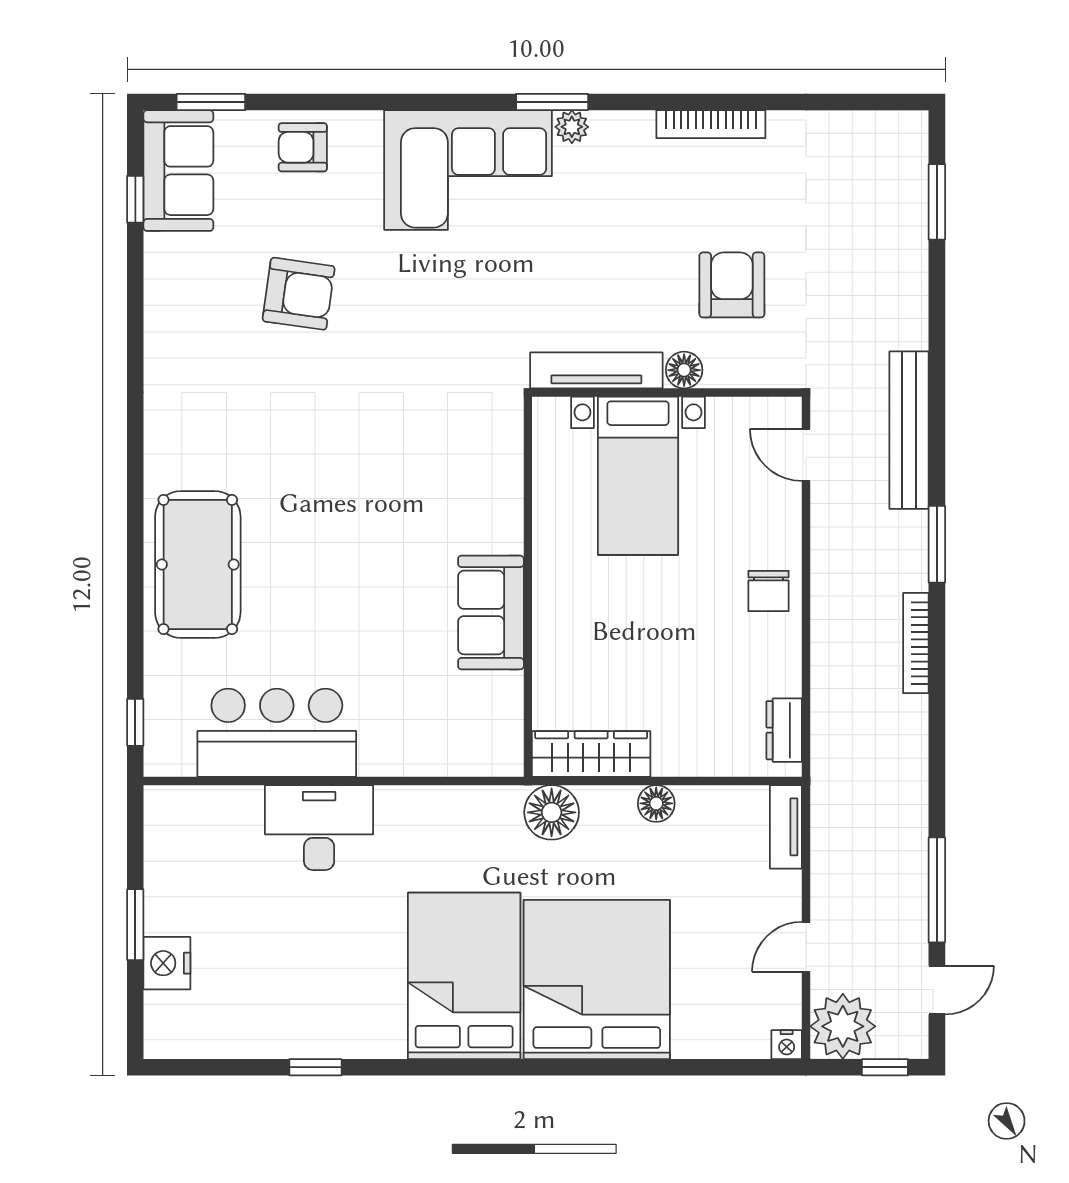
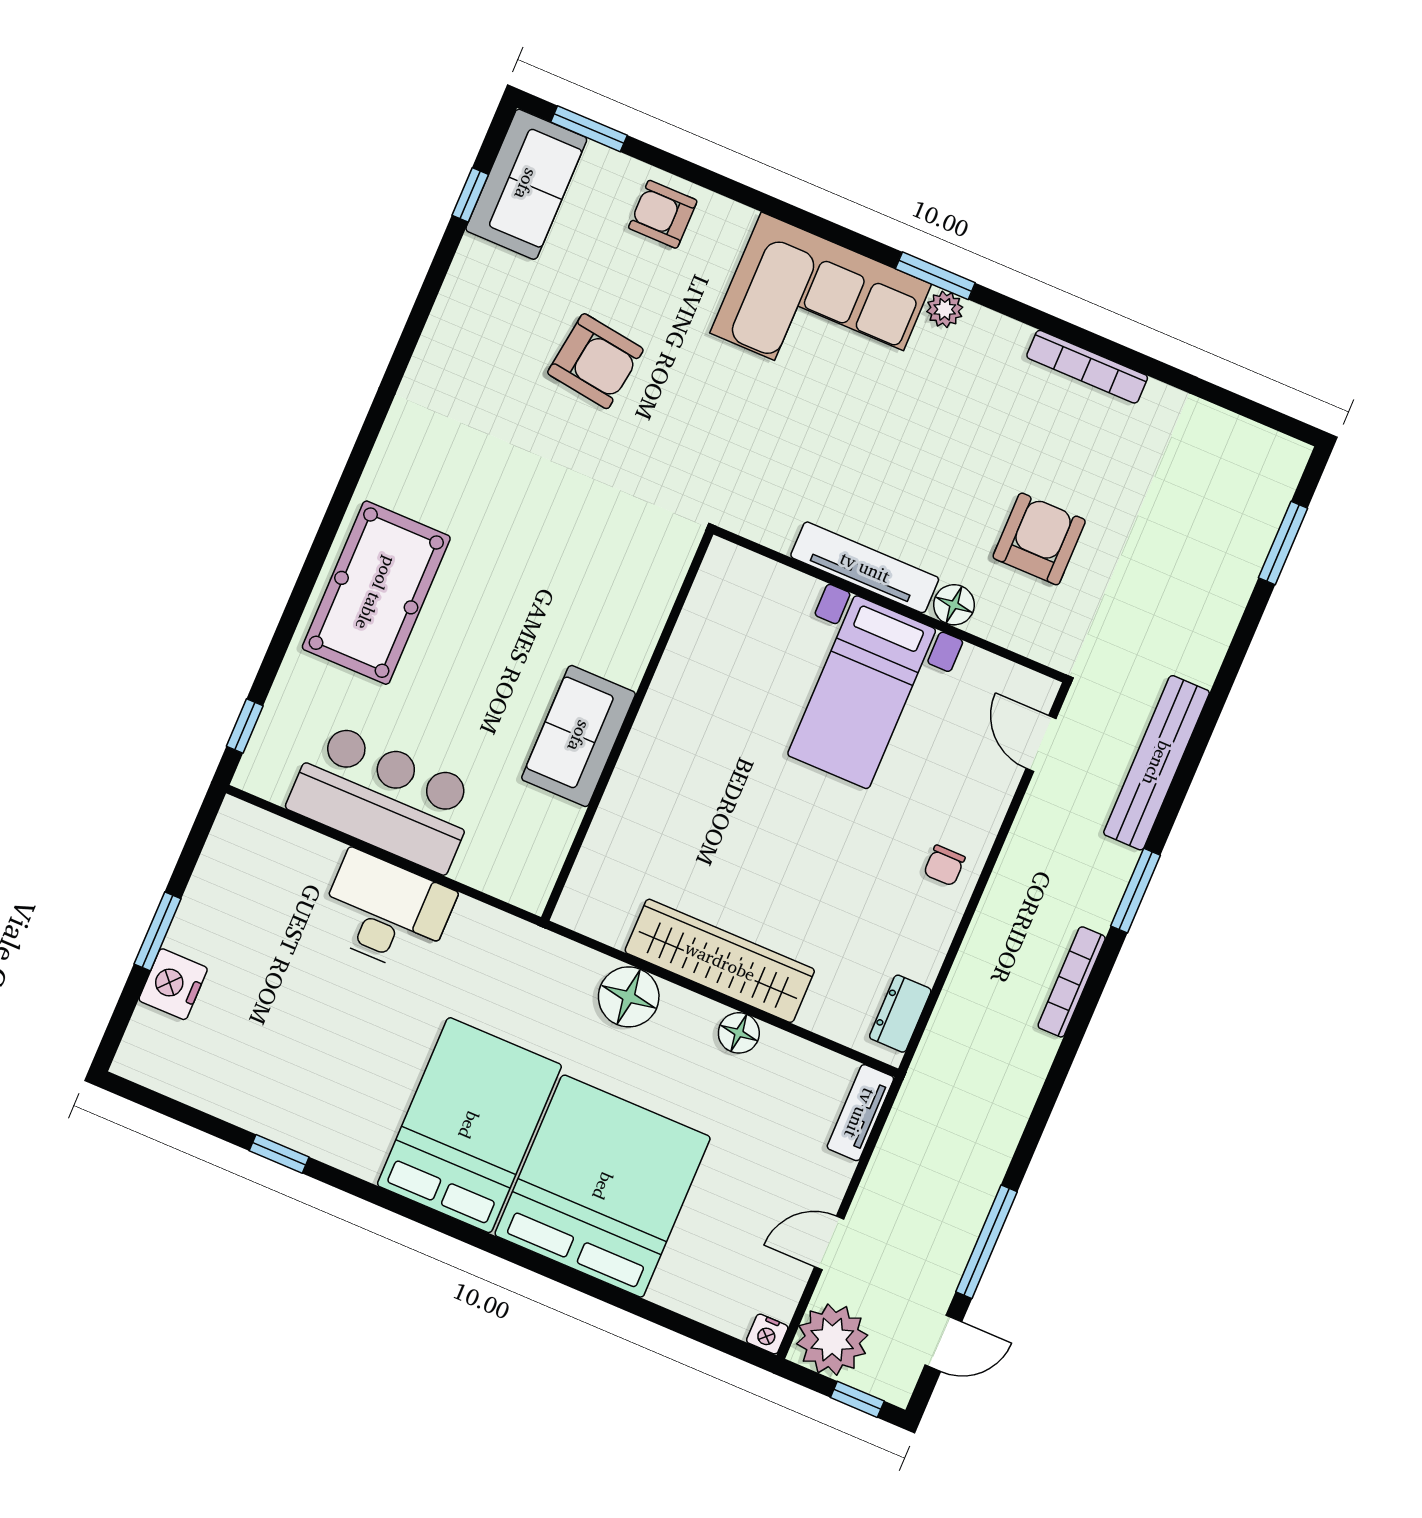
wall: (528, 587) -> (627, 726), moved
chair: (768, 591) -> (944, 866), width x0.73, depth x0.73
sofa: (491, 612) -> (579, 736), moved
wardrobe: (591, 754) -> (720, 961), width x1.40, depth x1.17

